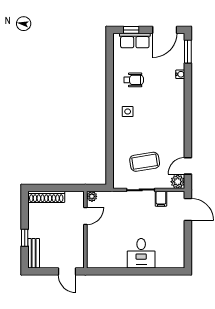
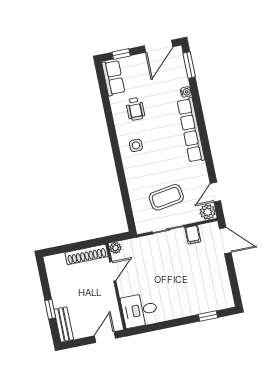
row of seats: (135, 41) -> (113, 78), moved, turned -90
wheelchair: (134, 80) -> (135, 109), turned 90
row of seats: (178, 108) -> (191, 130), added
shoe rack: (46, 197) -> (87, 254), moved
desk: (141, 253) -> (140, 310), moved, turned 90
door: (67, 271) -> (105, 337), swing flipped
window: (160, 271) -> (208, 316), added

